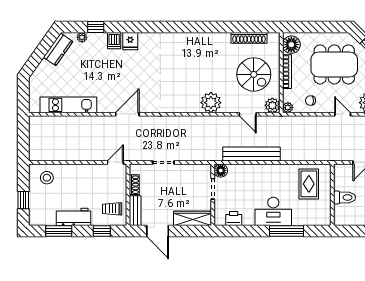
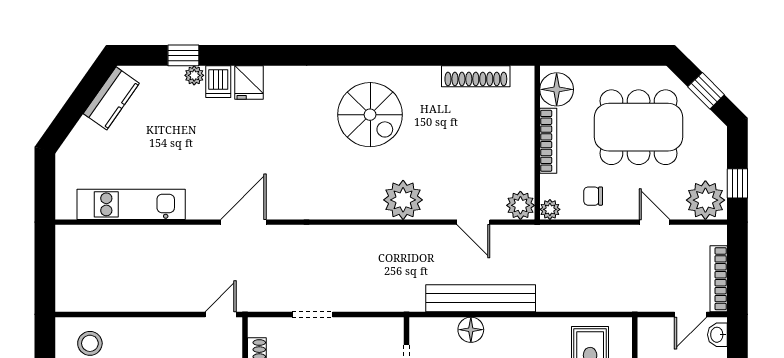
plant: (82, 37) -> (194, 75), moved
spiral stairs: (254, 74) -> (370, 115), moved
floor lamp: (221, 171) -> (471, 330), moved

